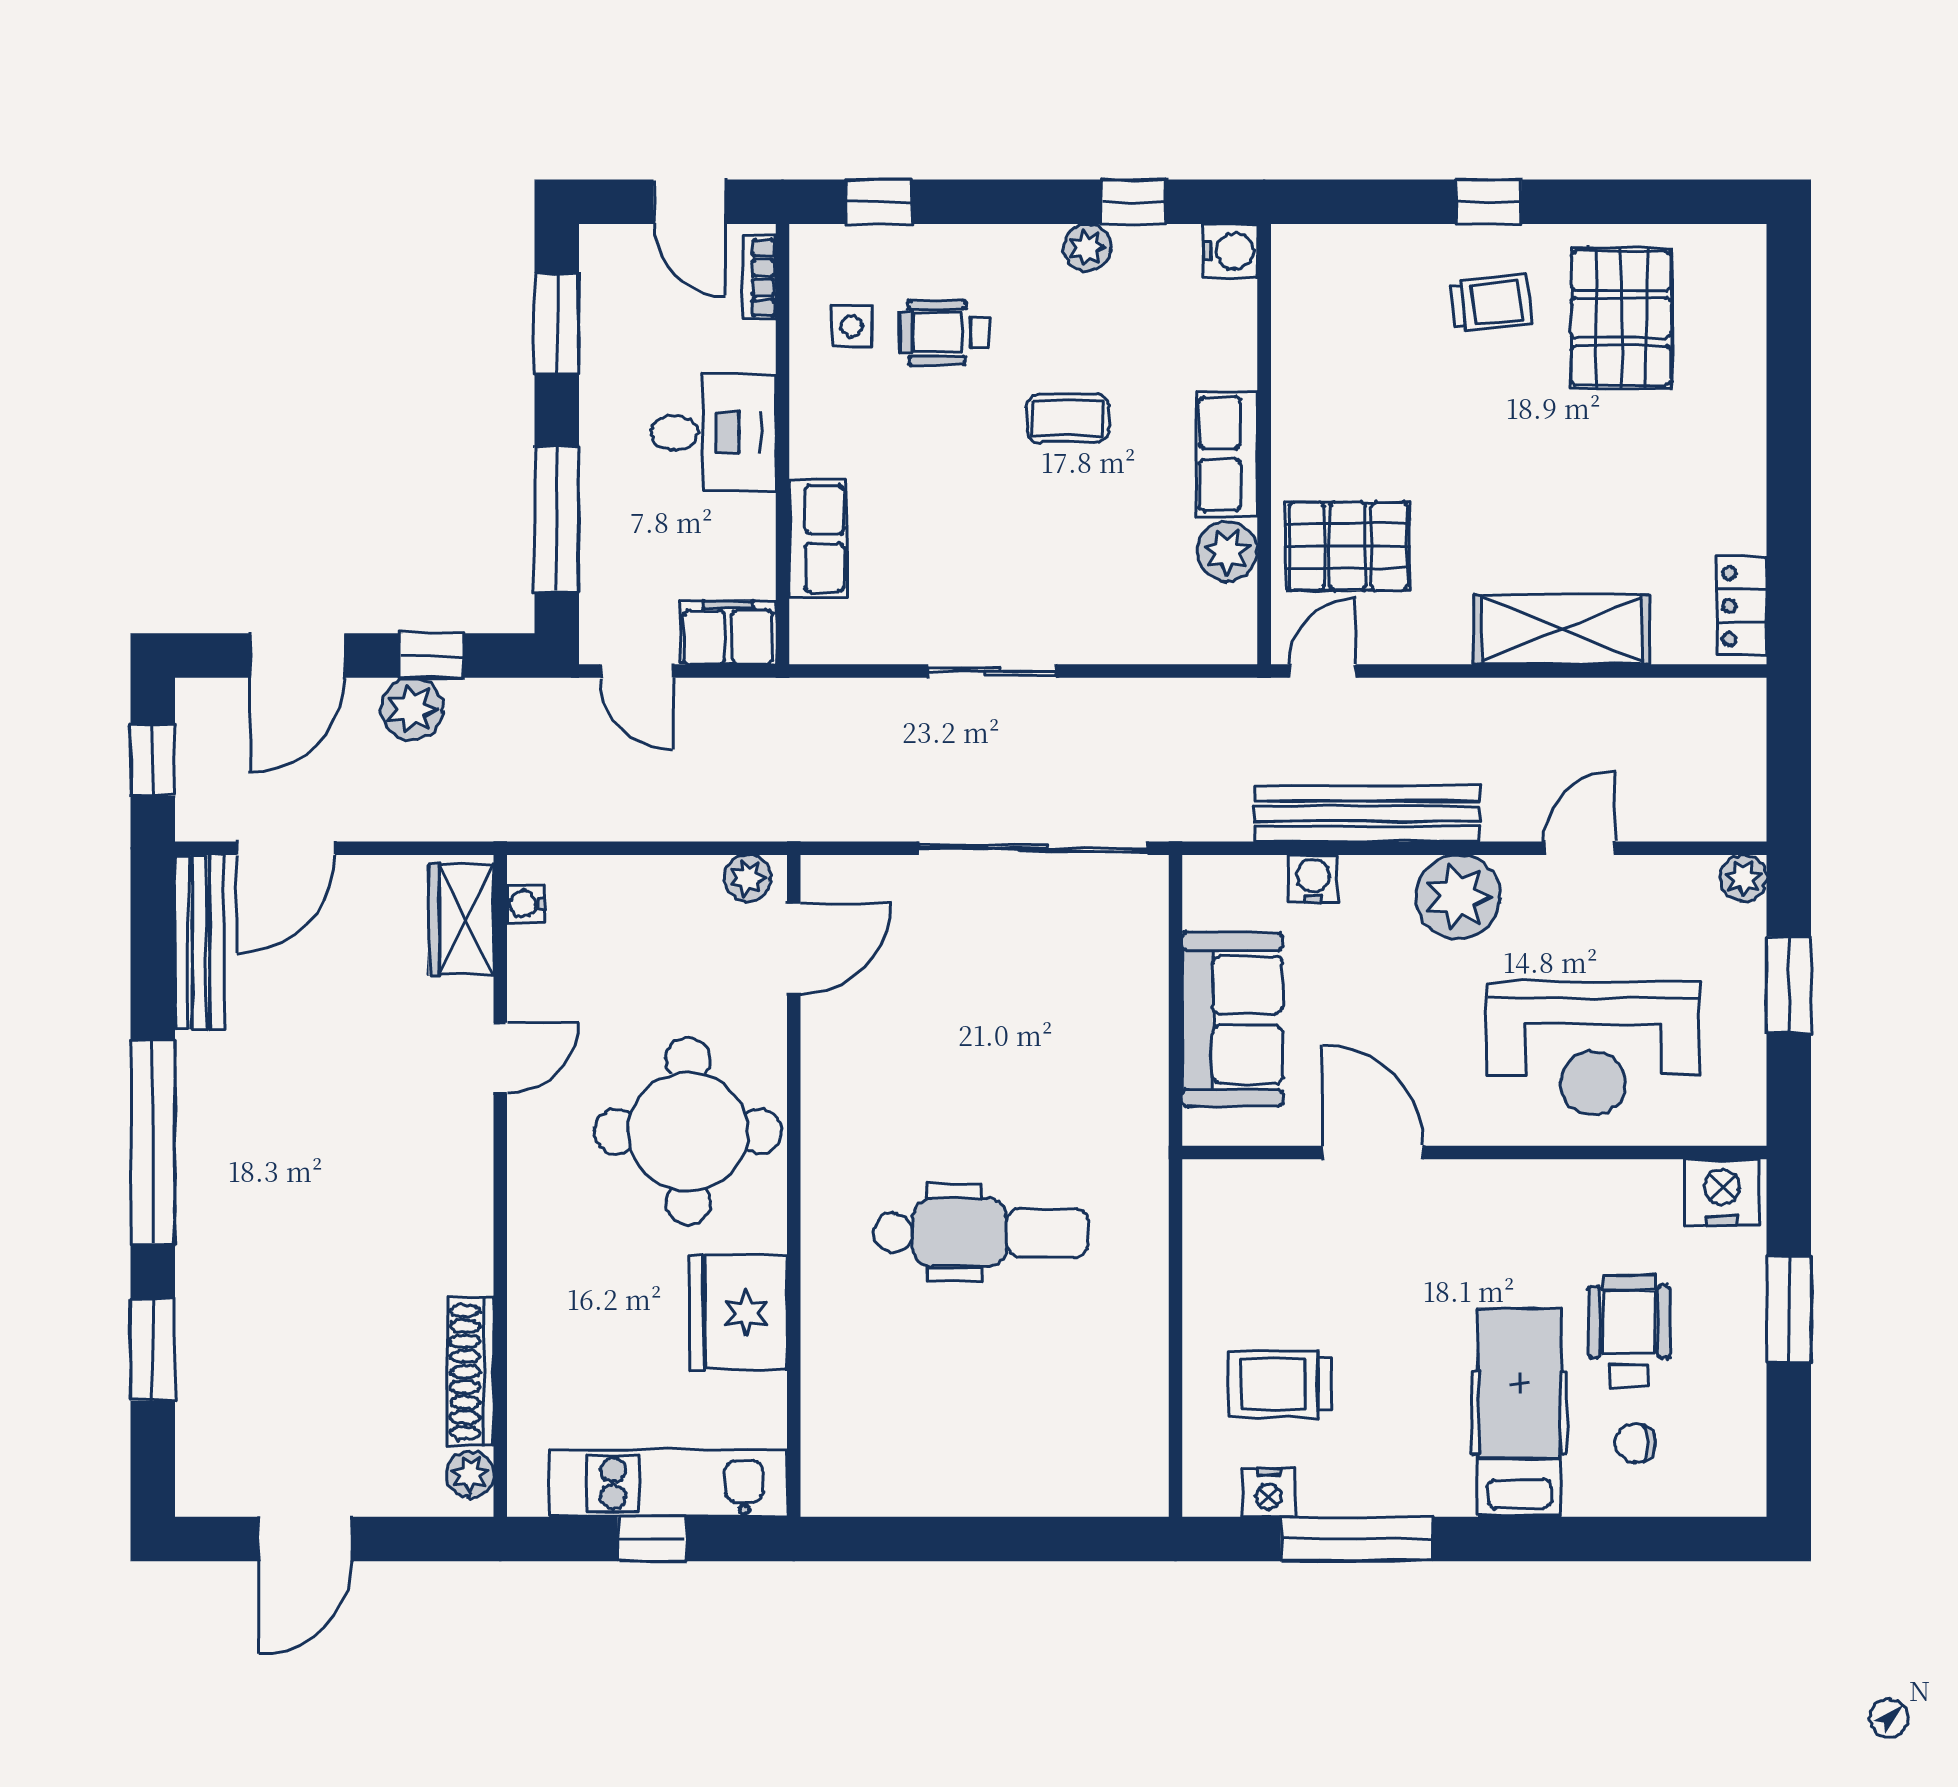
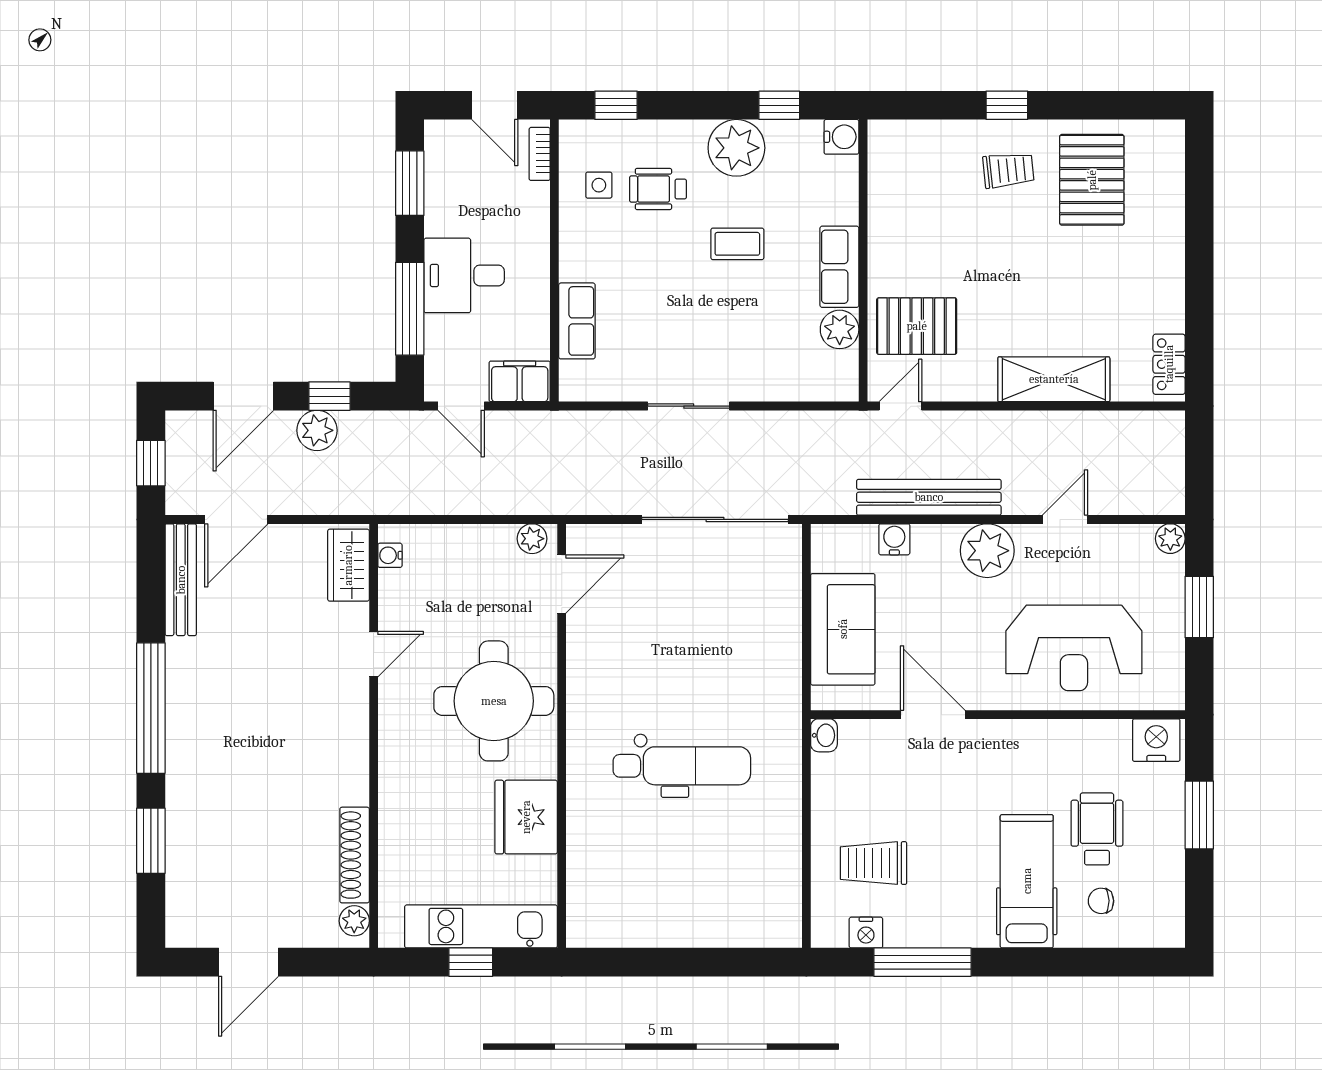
plant: (1087, 247) -> (736, 148), width x1.88, depth x1.88
desk: (713, 433) -> (464, 275), moved, turned 180
washbasin: (1203, 1185) -> (824, 735), added

